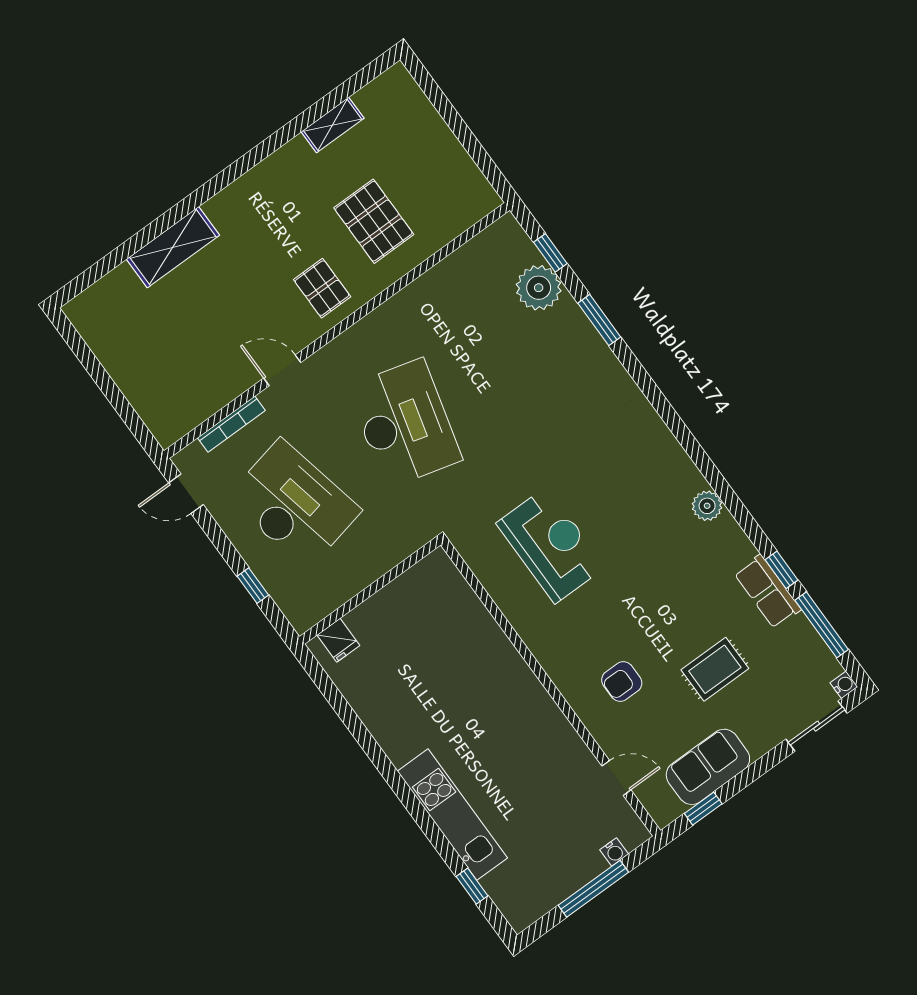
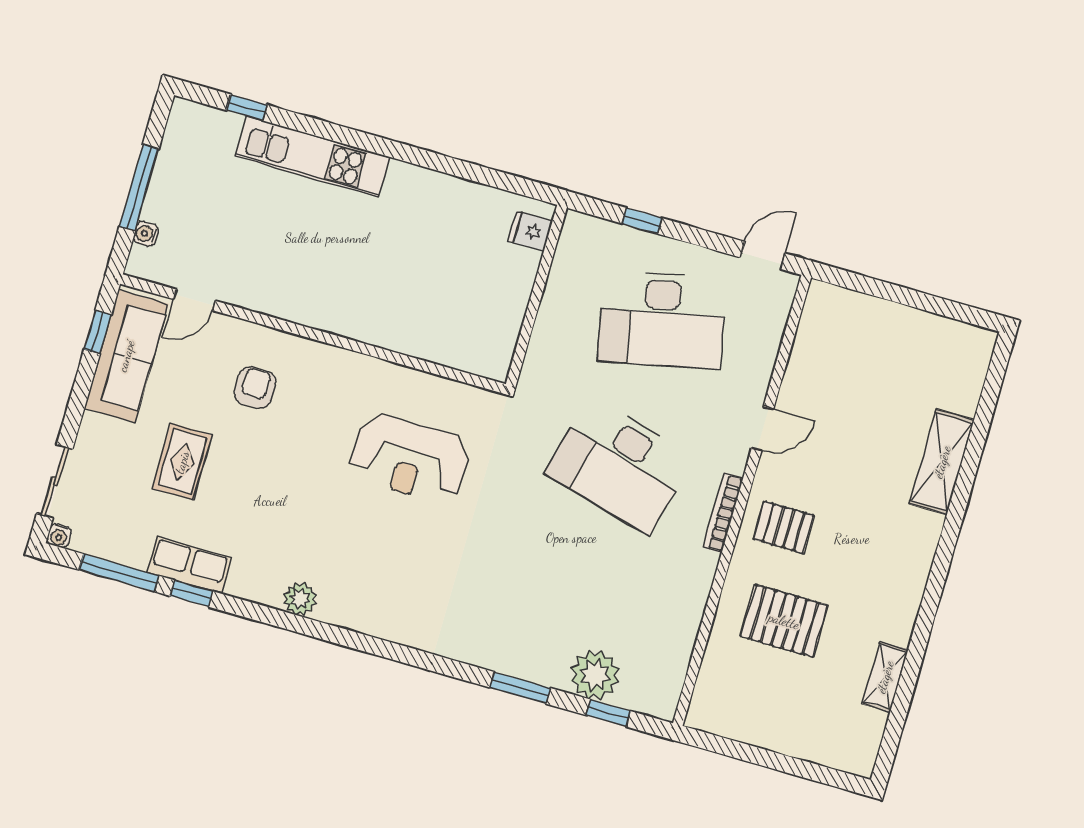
bookcase: (231, 424) -> (723, 513), moved
sofa: (708, 767) -> (126, 356), width x1.36

